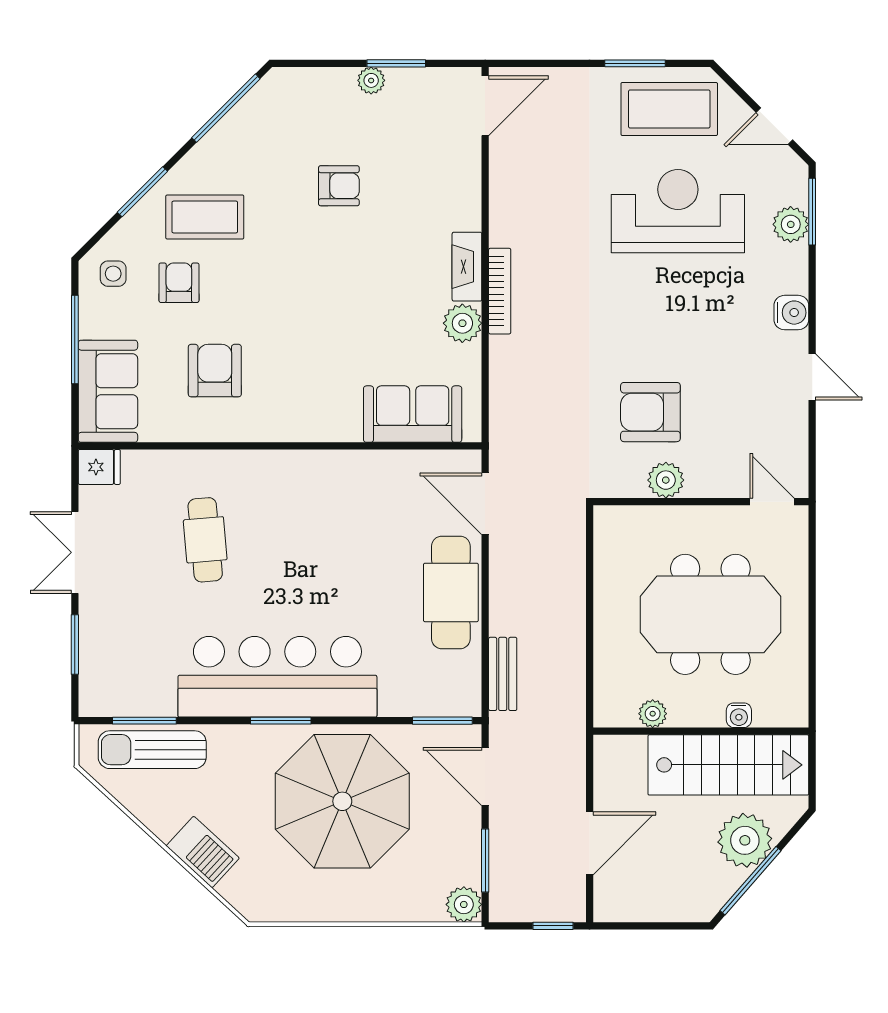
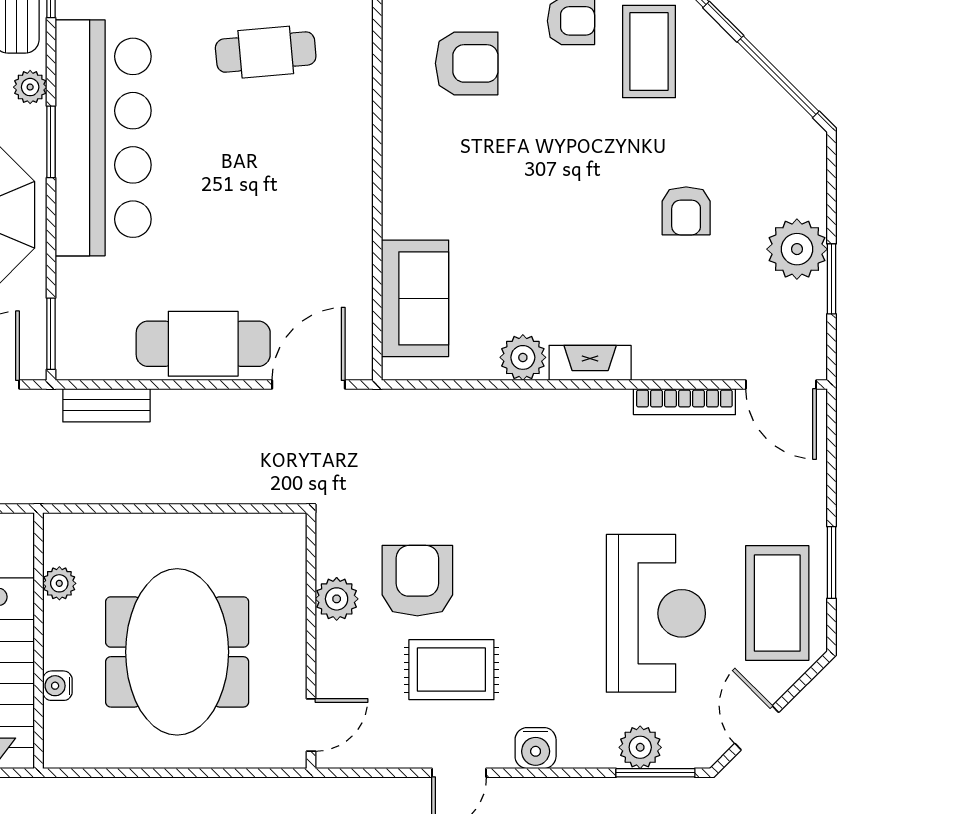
plant: (371, 80) -> (797, 249), width x1.88, depth x1.88
bookcase: (500, 291) -> (684, 402), moved
rug: (725, 383) -> (451, 670), added
plant: (235, 738) -> (30, 87), added

